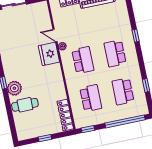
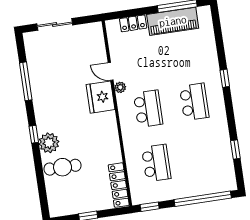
school desk: (115, 53) -> (194, 102), turned 180
school desk: (123, 91) -> (202, 156), removed

